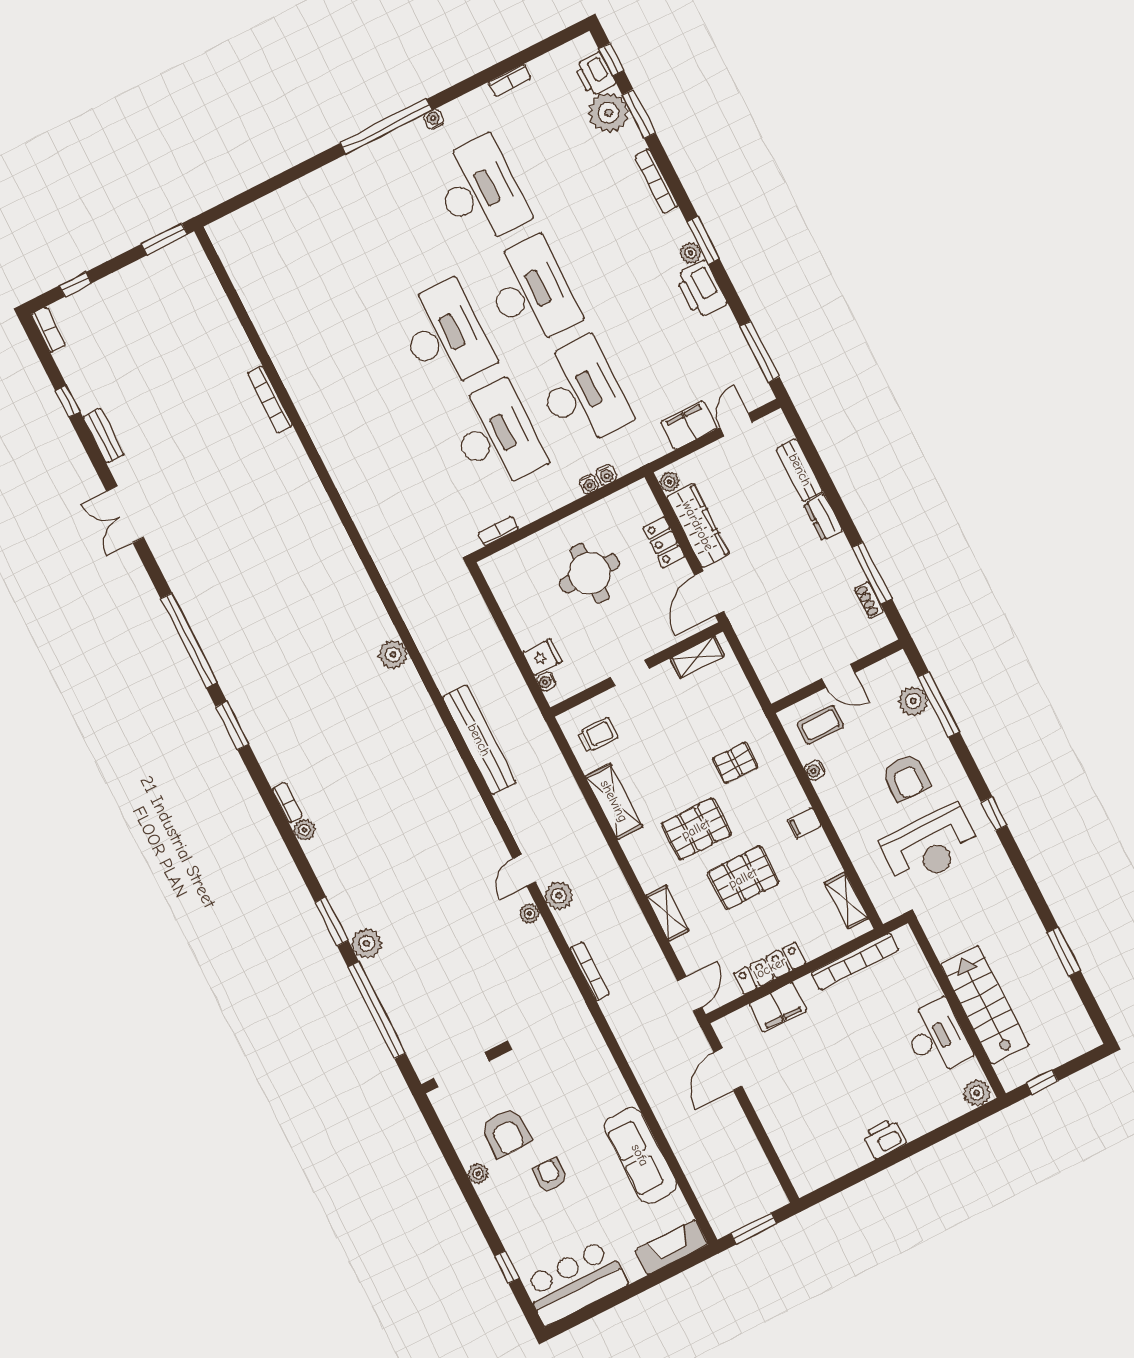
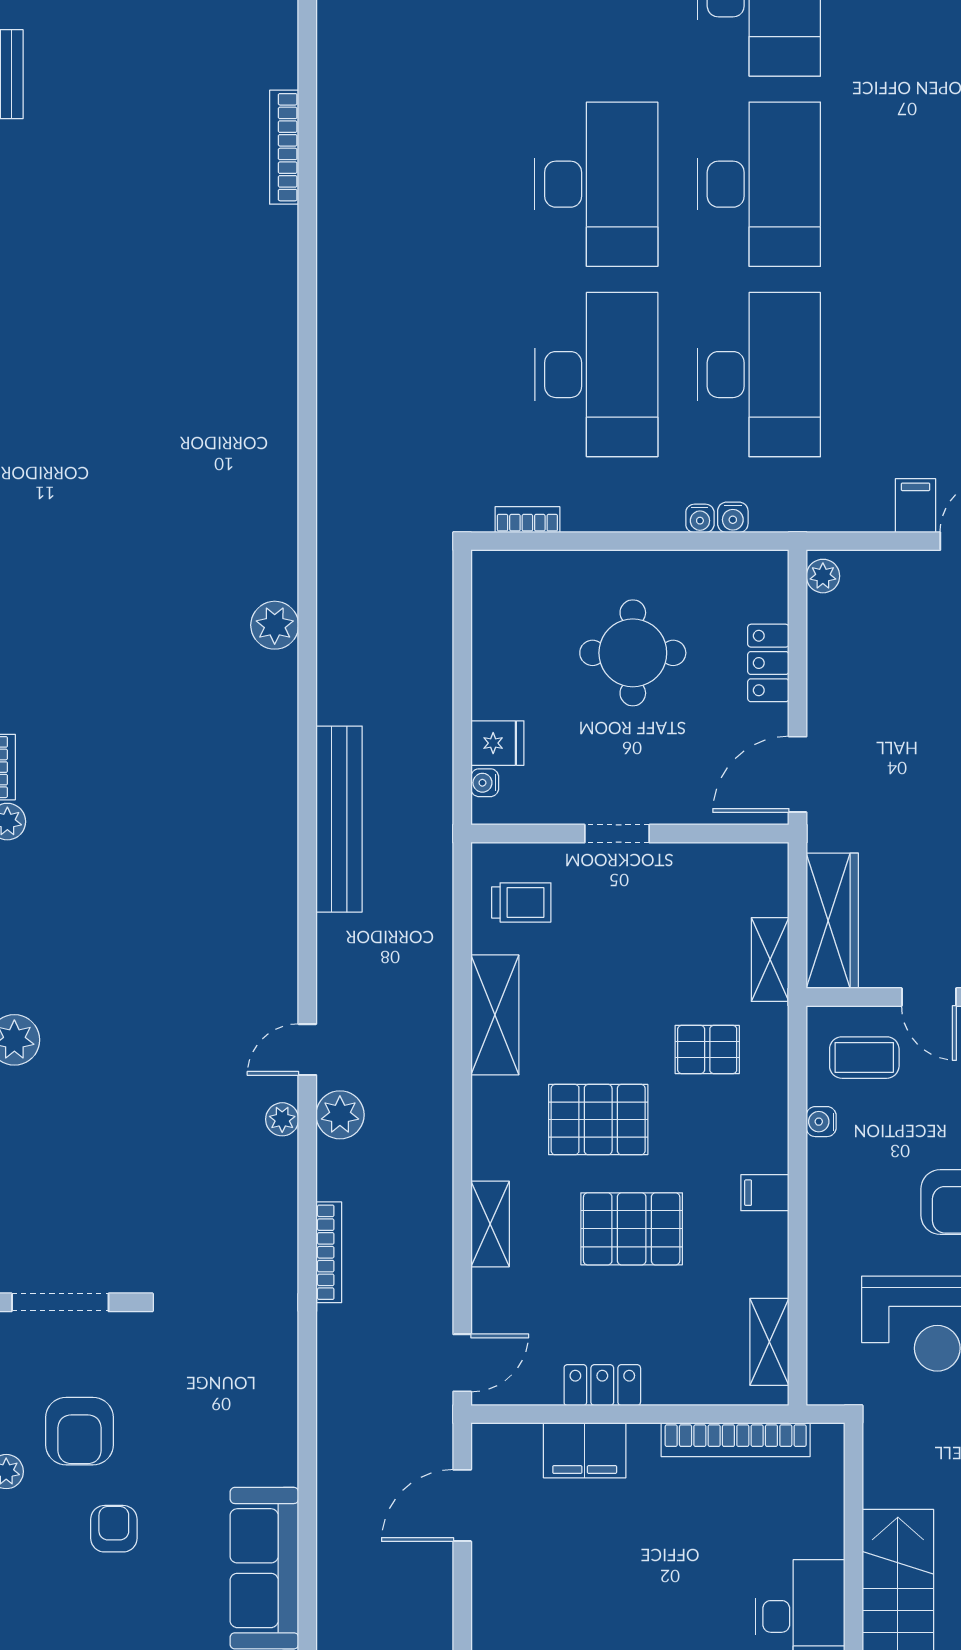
filing cabinet: (689, 425) -> (915, 506), width x0.50
wardrobe: (698, 526) -> (832, 921), moved
shelving: (697, 657) -> (770, 960), moved, turned 90
locker: (770, 968) -> (602, 1385), width x0.66

